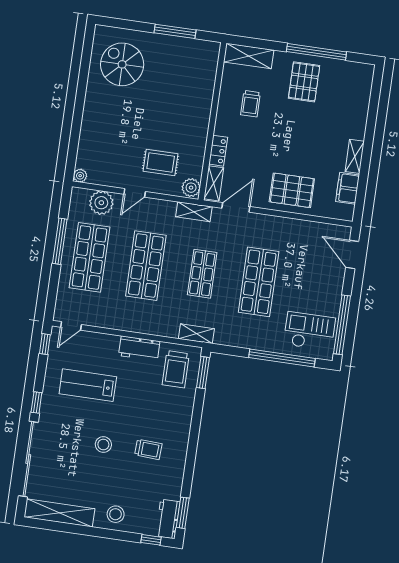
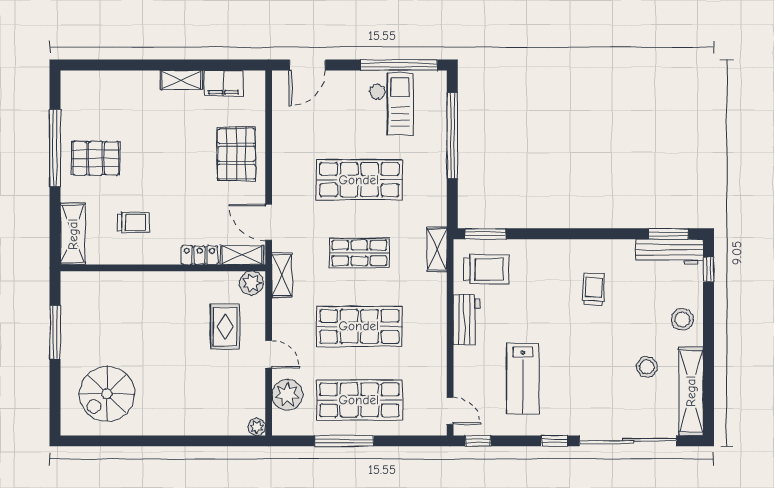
checkout: (309, 331) -> (391, 104), moved, turned 180
stool: (103, 445) -> (647, 367), moved
workbench: (168, 519) -> (670, 252), width x1.38

